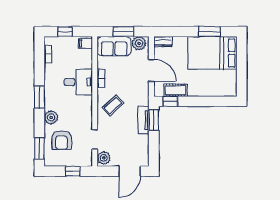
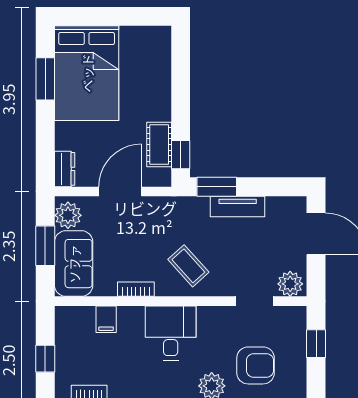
filing cabinet: (85, 43) -> (106, 319), moved
desk: (78, 82) -> (171, 333), moved
tv unit: (144, 120) -> (238, 206), moved

